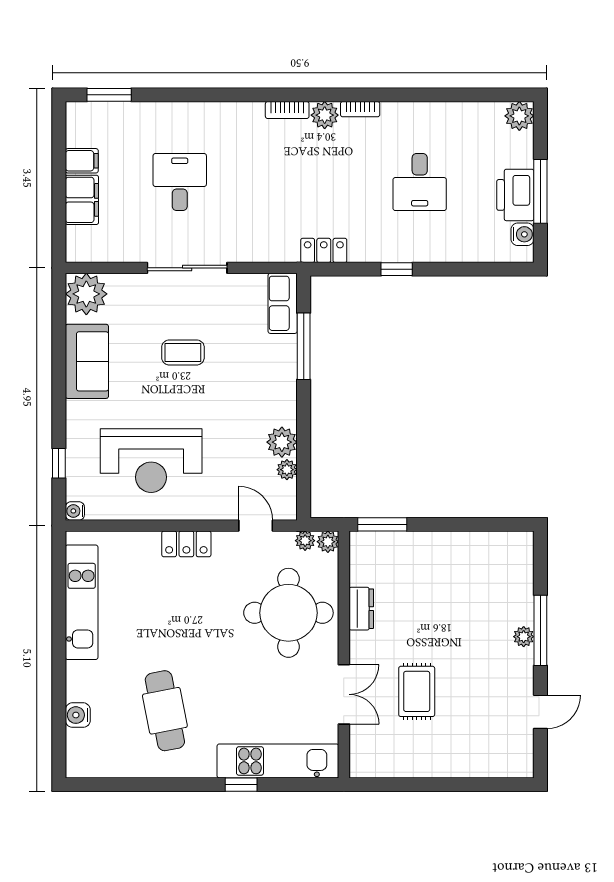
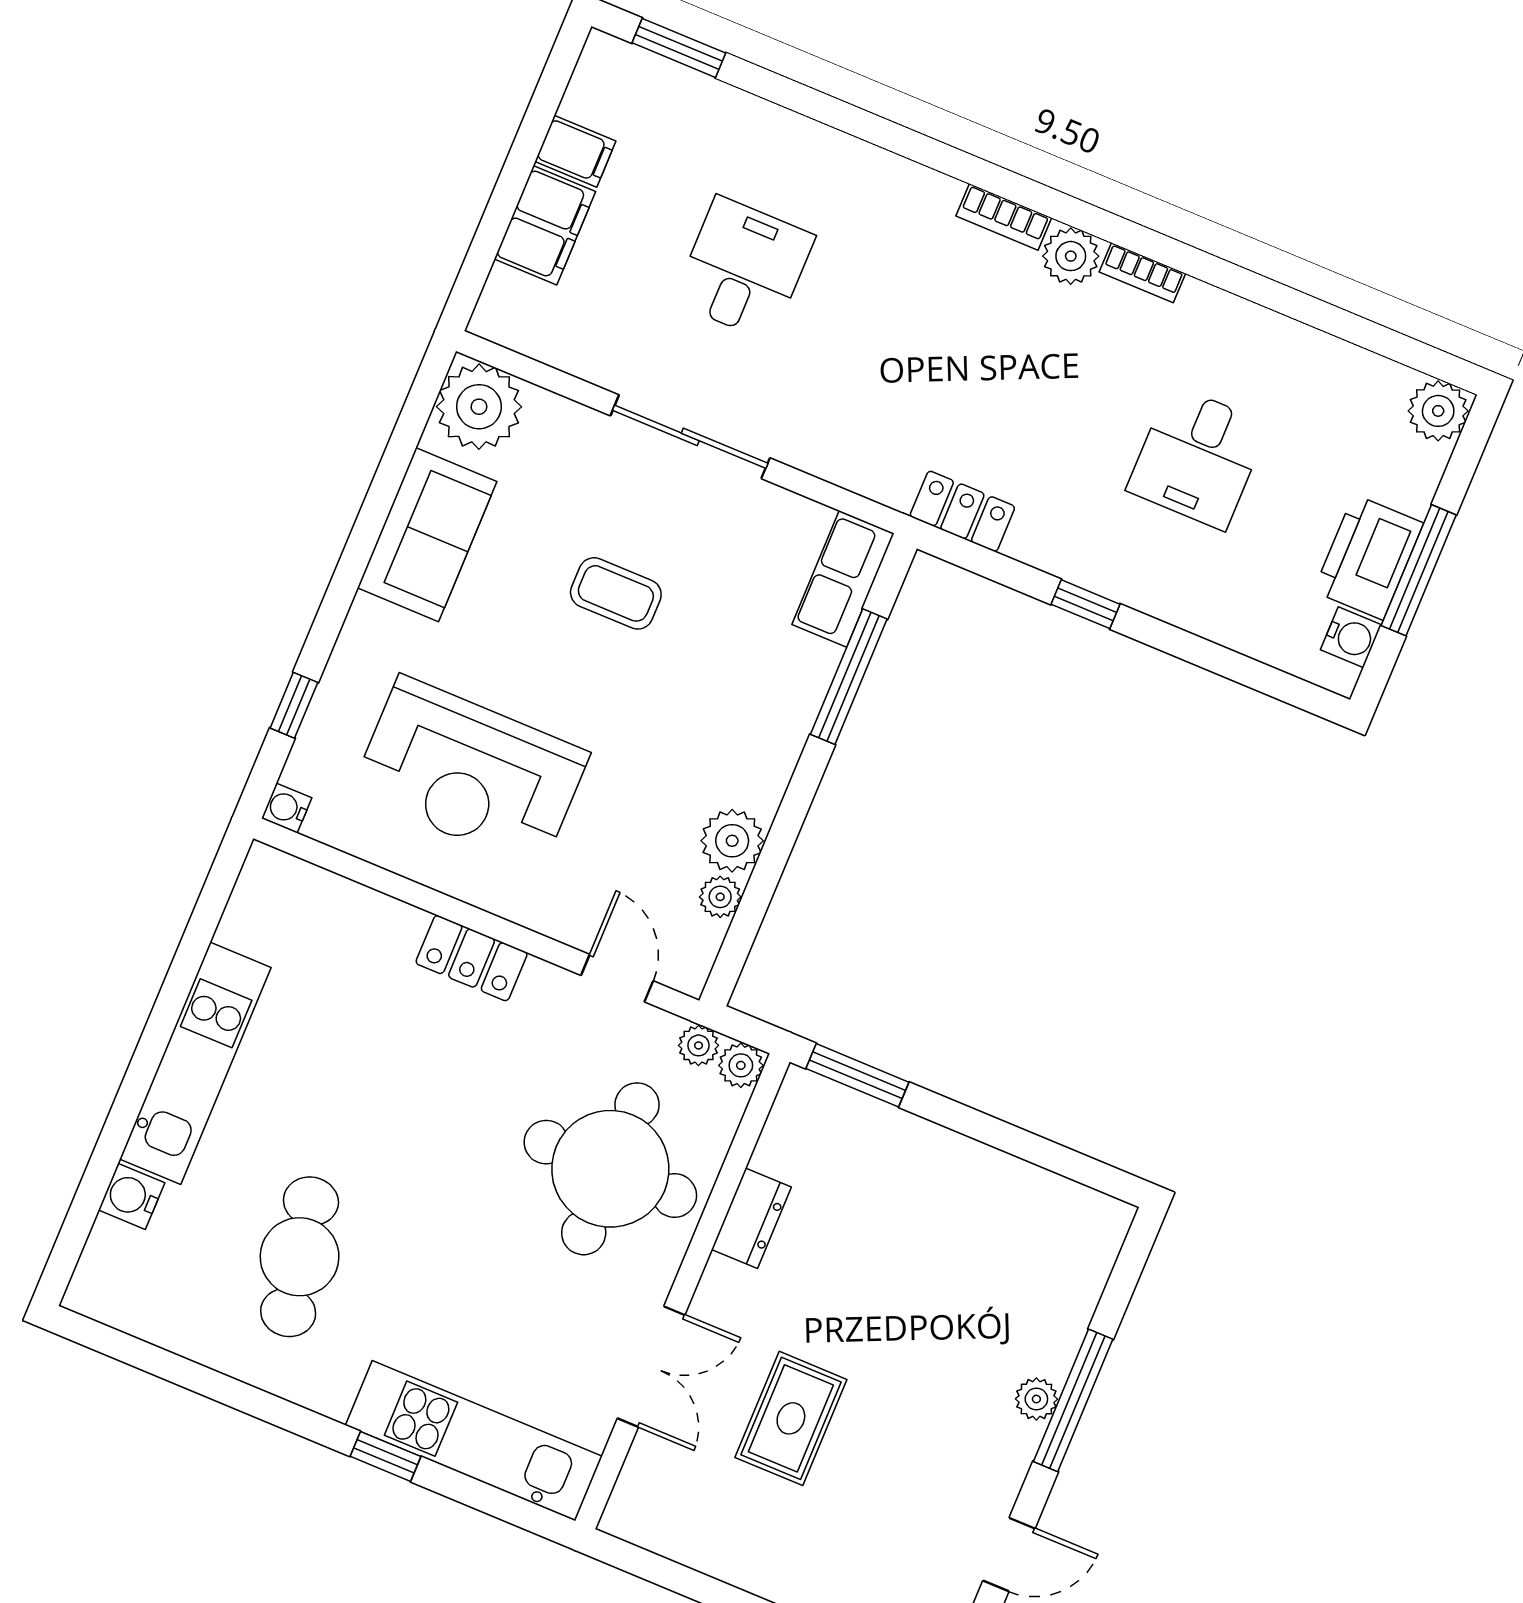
kitchen unit: (82, 602) -> (195, 1063), moved

